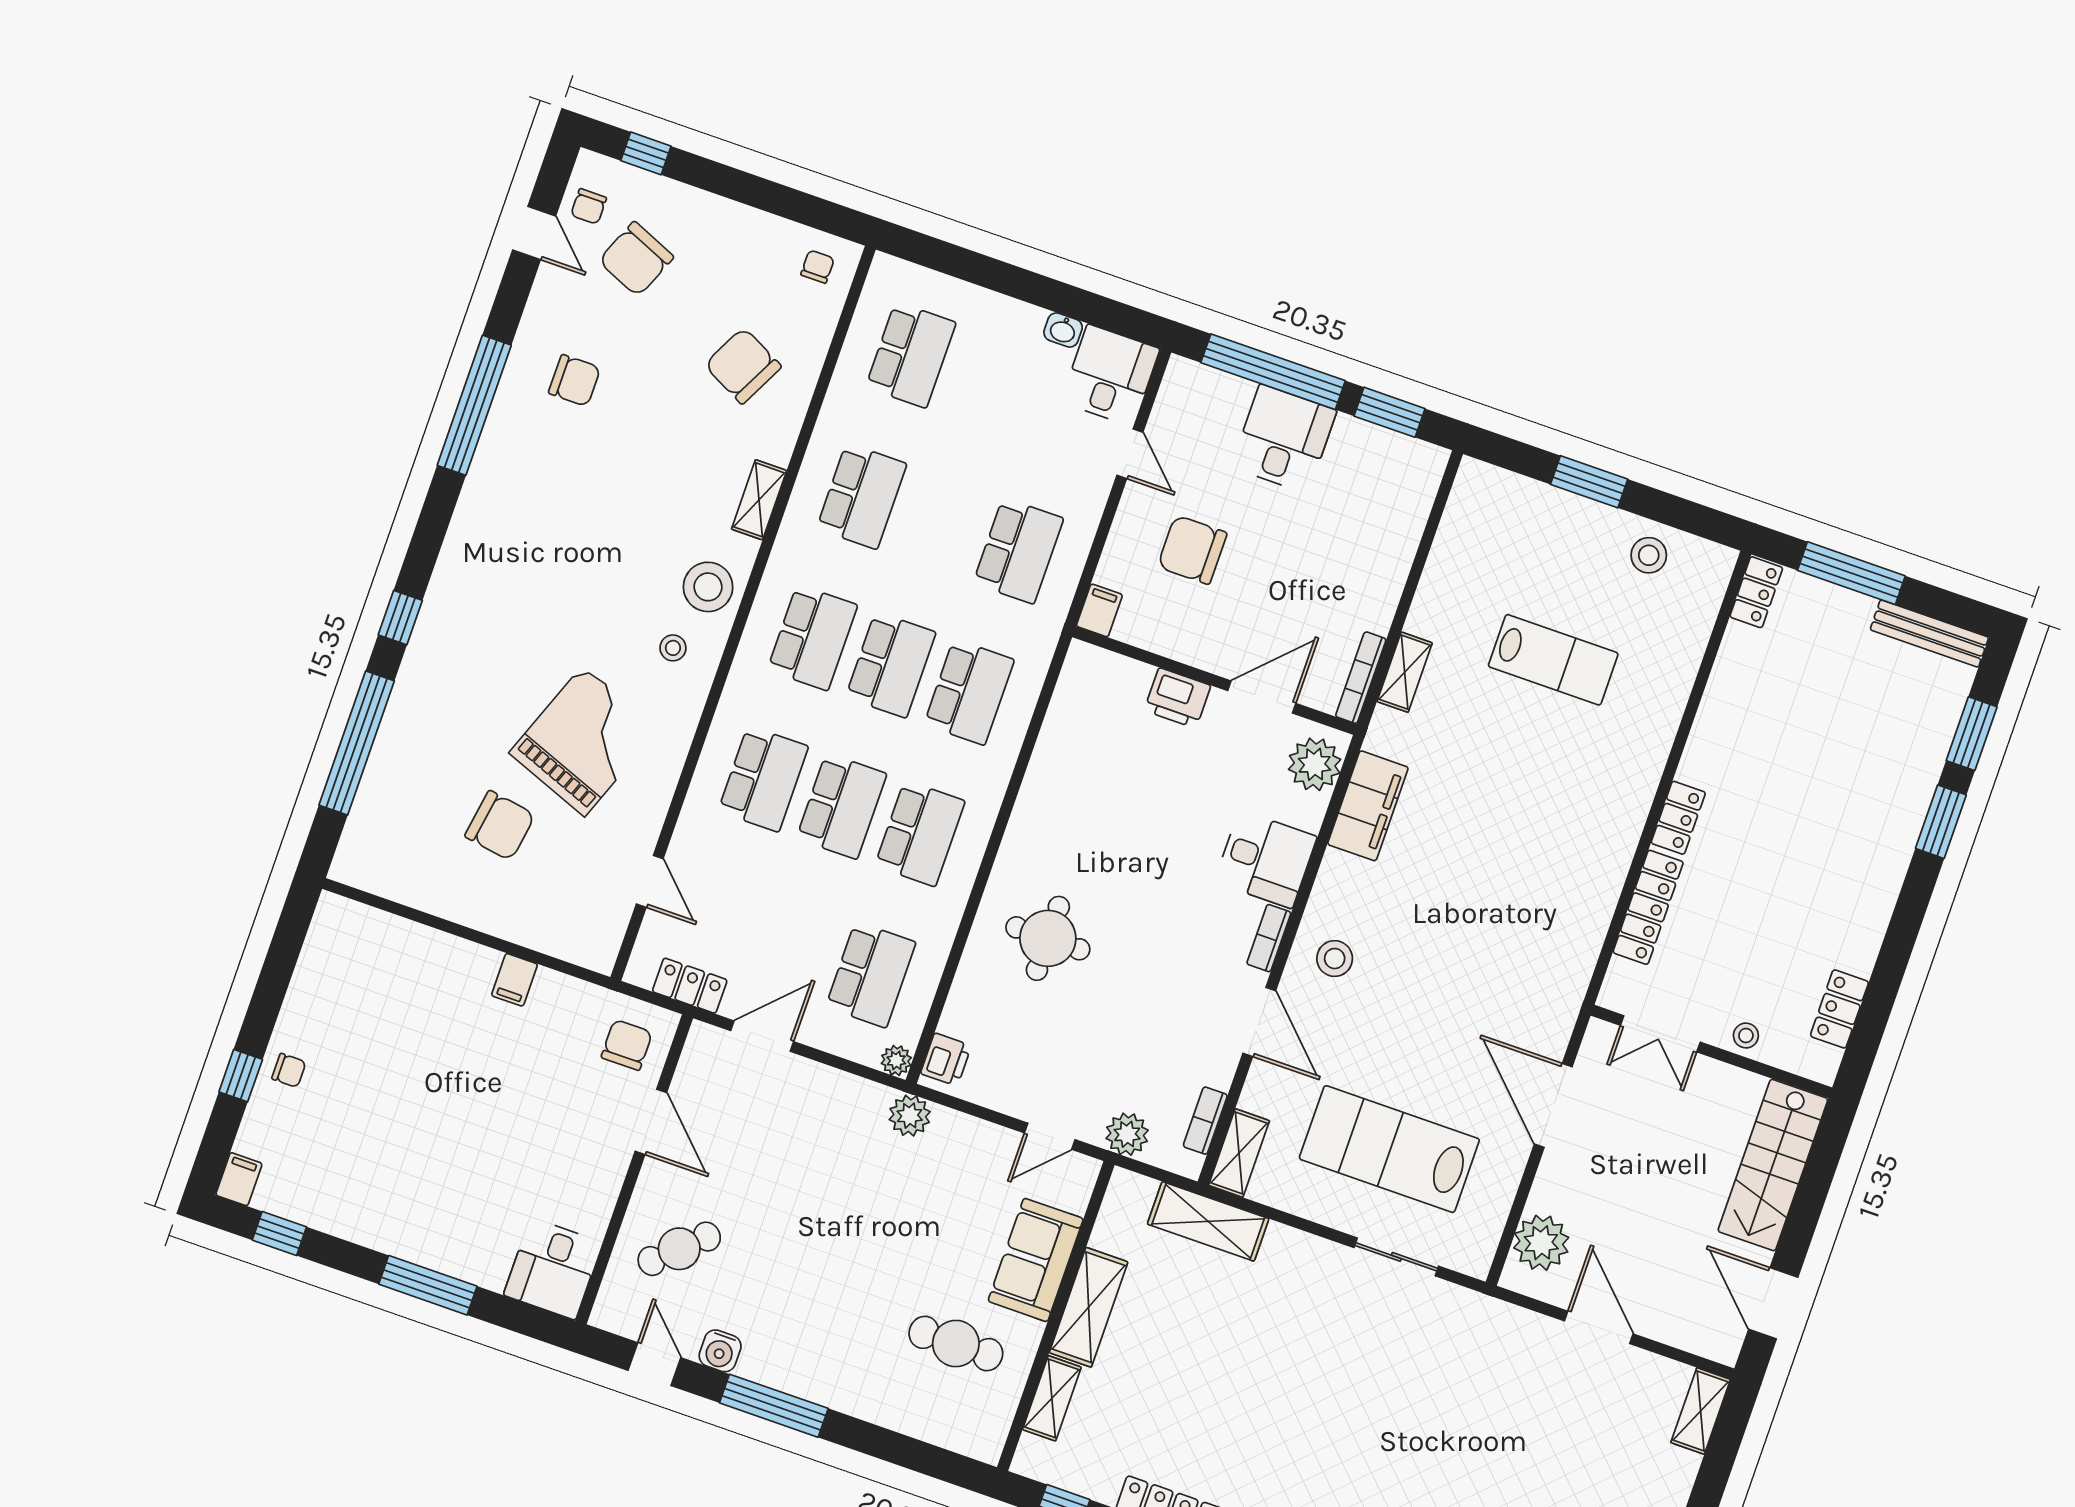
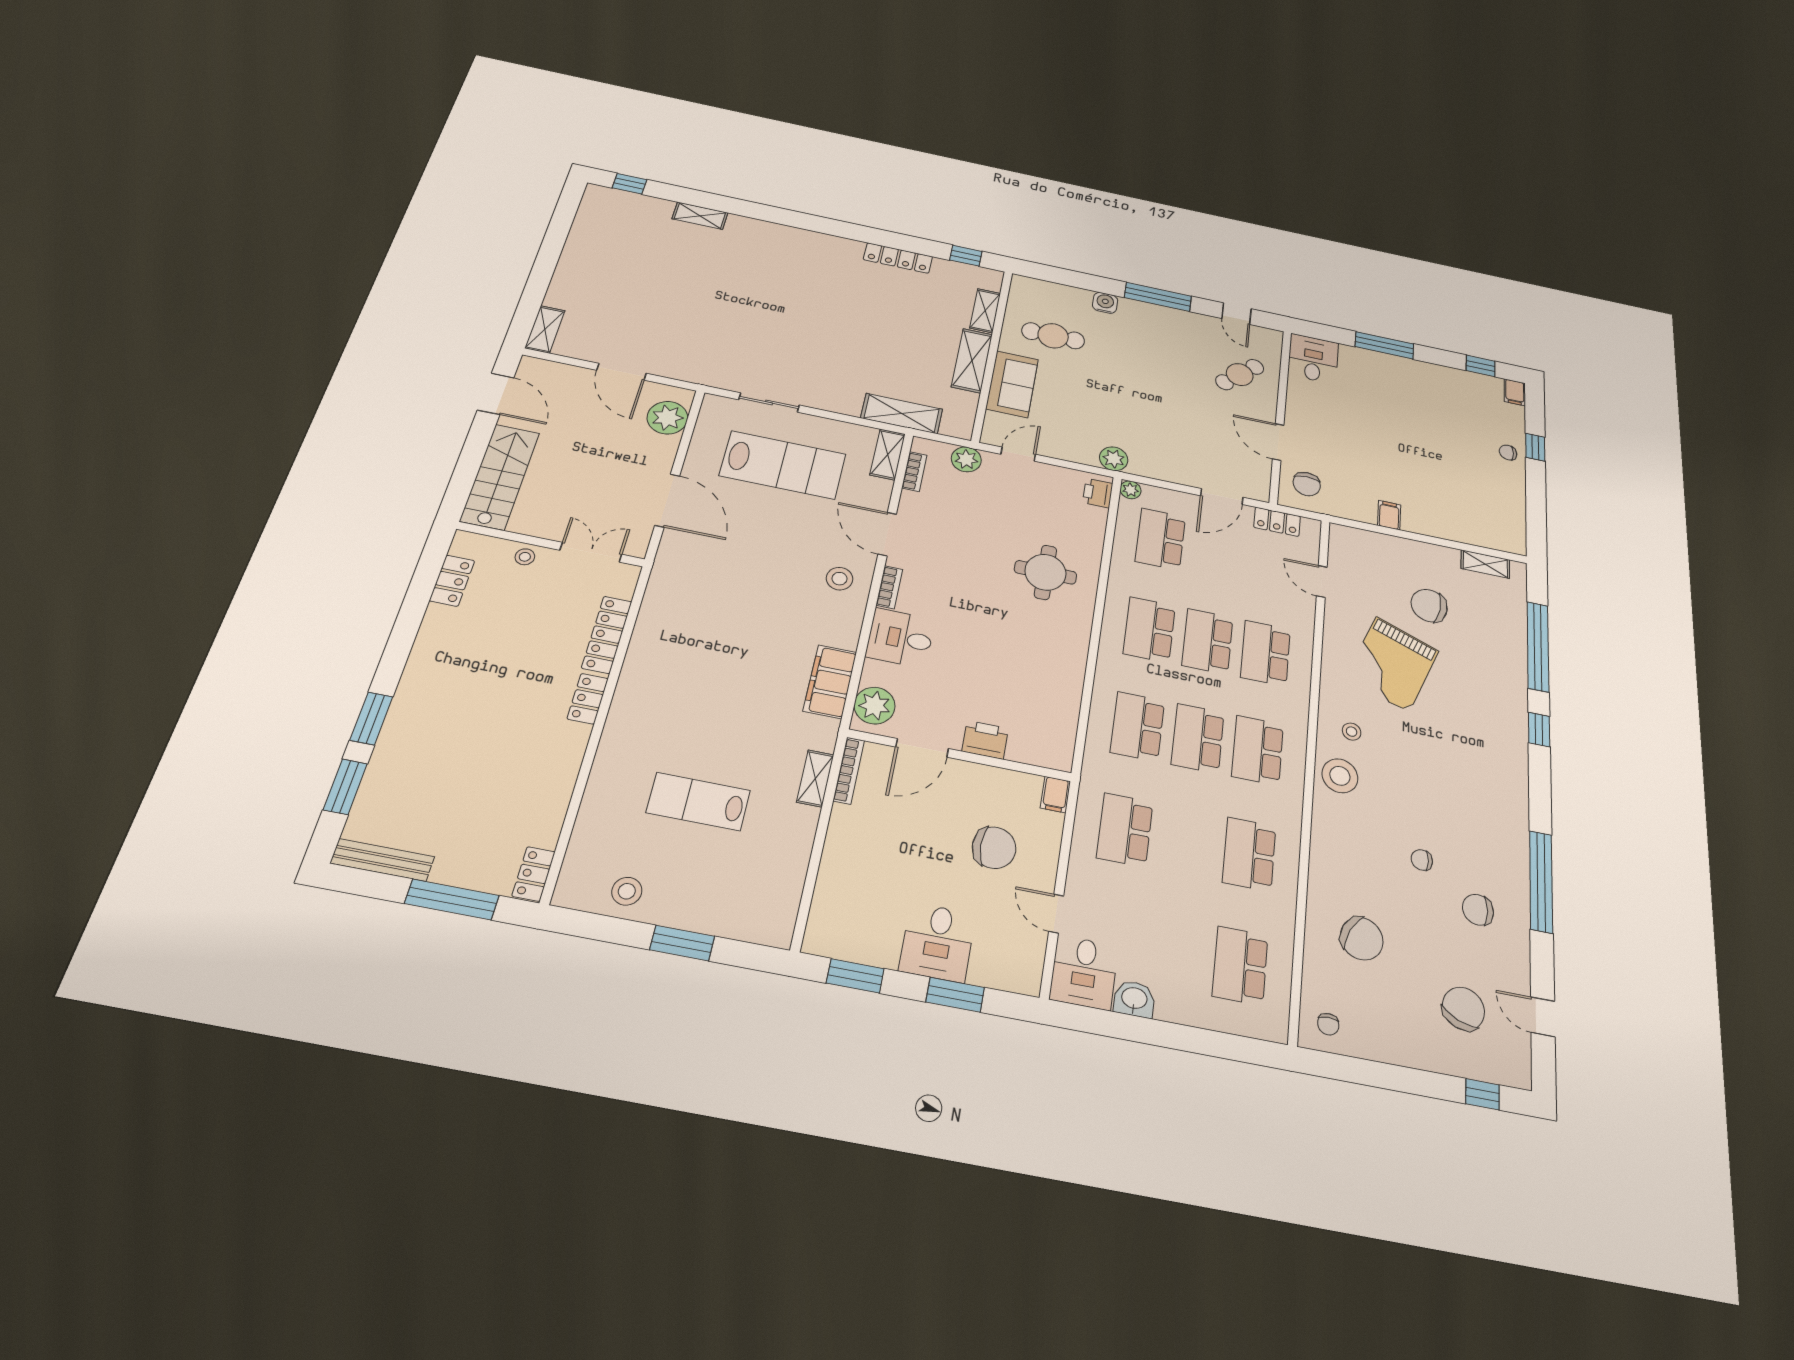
chair: (589, 206) -> (1422, 860), moved, turned -90
washbasin: (1063, 330) -> (1134, 999), width x1.38, depth x1.45
window: (1273, 372) -> (955, 995), width x0.47
shelving: (759, 500) -> (1485, 564), moved, turned 90
water cooler: (720, 1351) -> (1105, 303), moved

